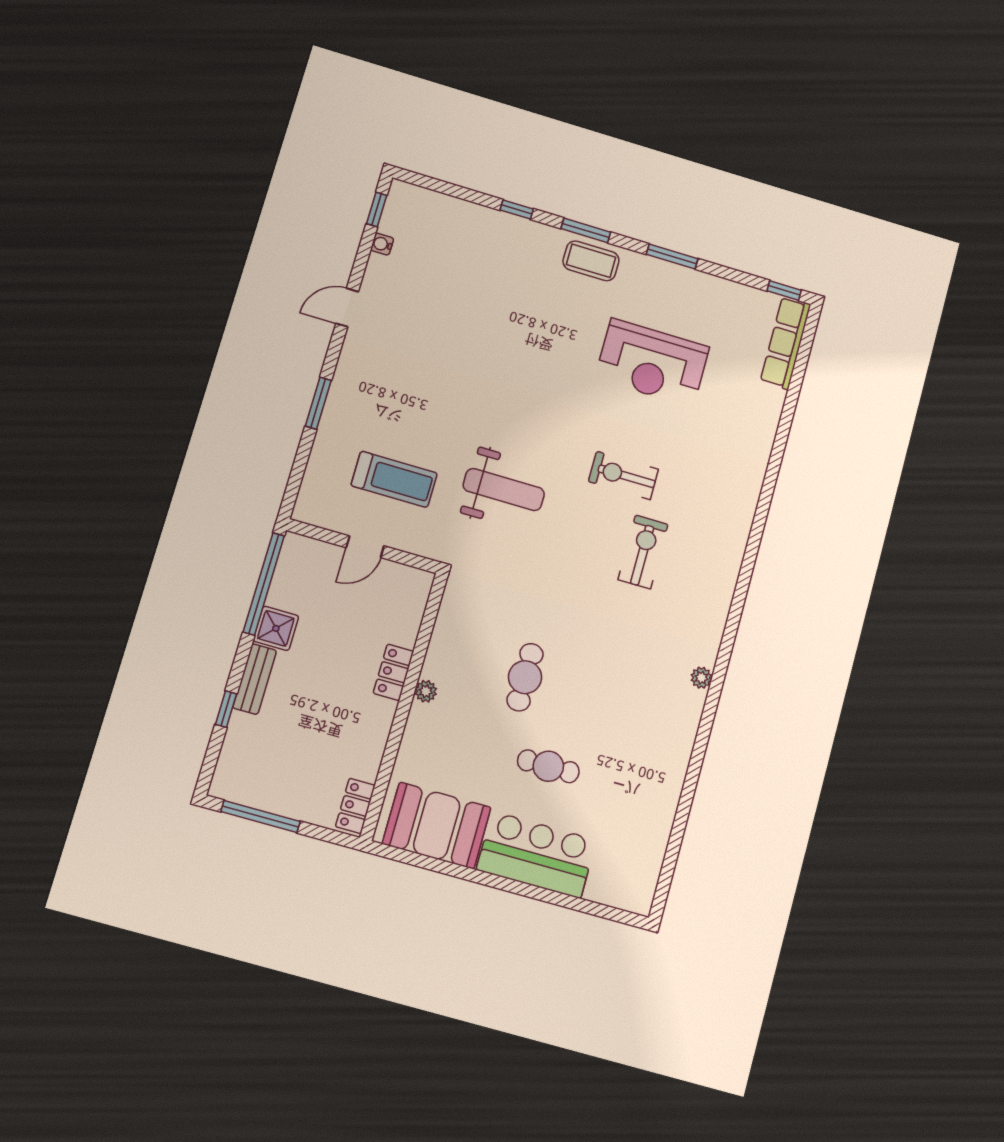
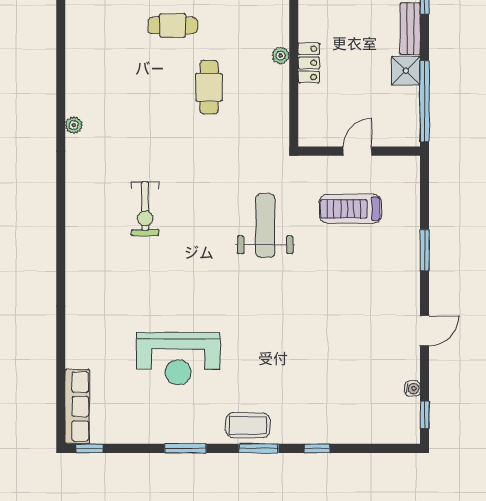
reception desk: (652, 363) -> (178, 359), turned 180
exercise bike: (624, 475) -> (176, 264), removed
weight bench: (504, 490) -> (265, 225), turned 90

